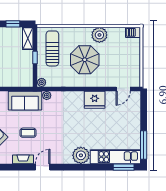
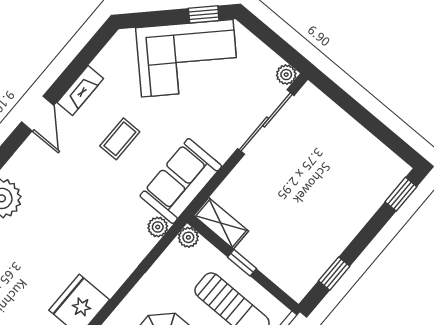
shelving: (28, 38) -> (221, 223), moved

